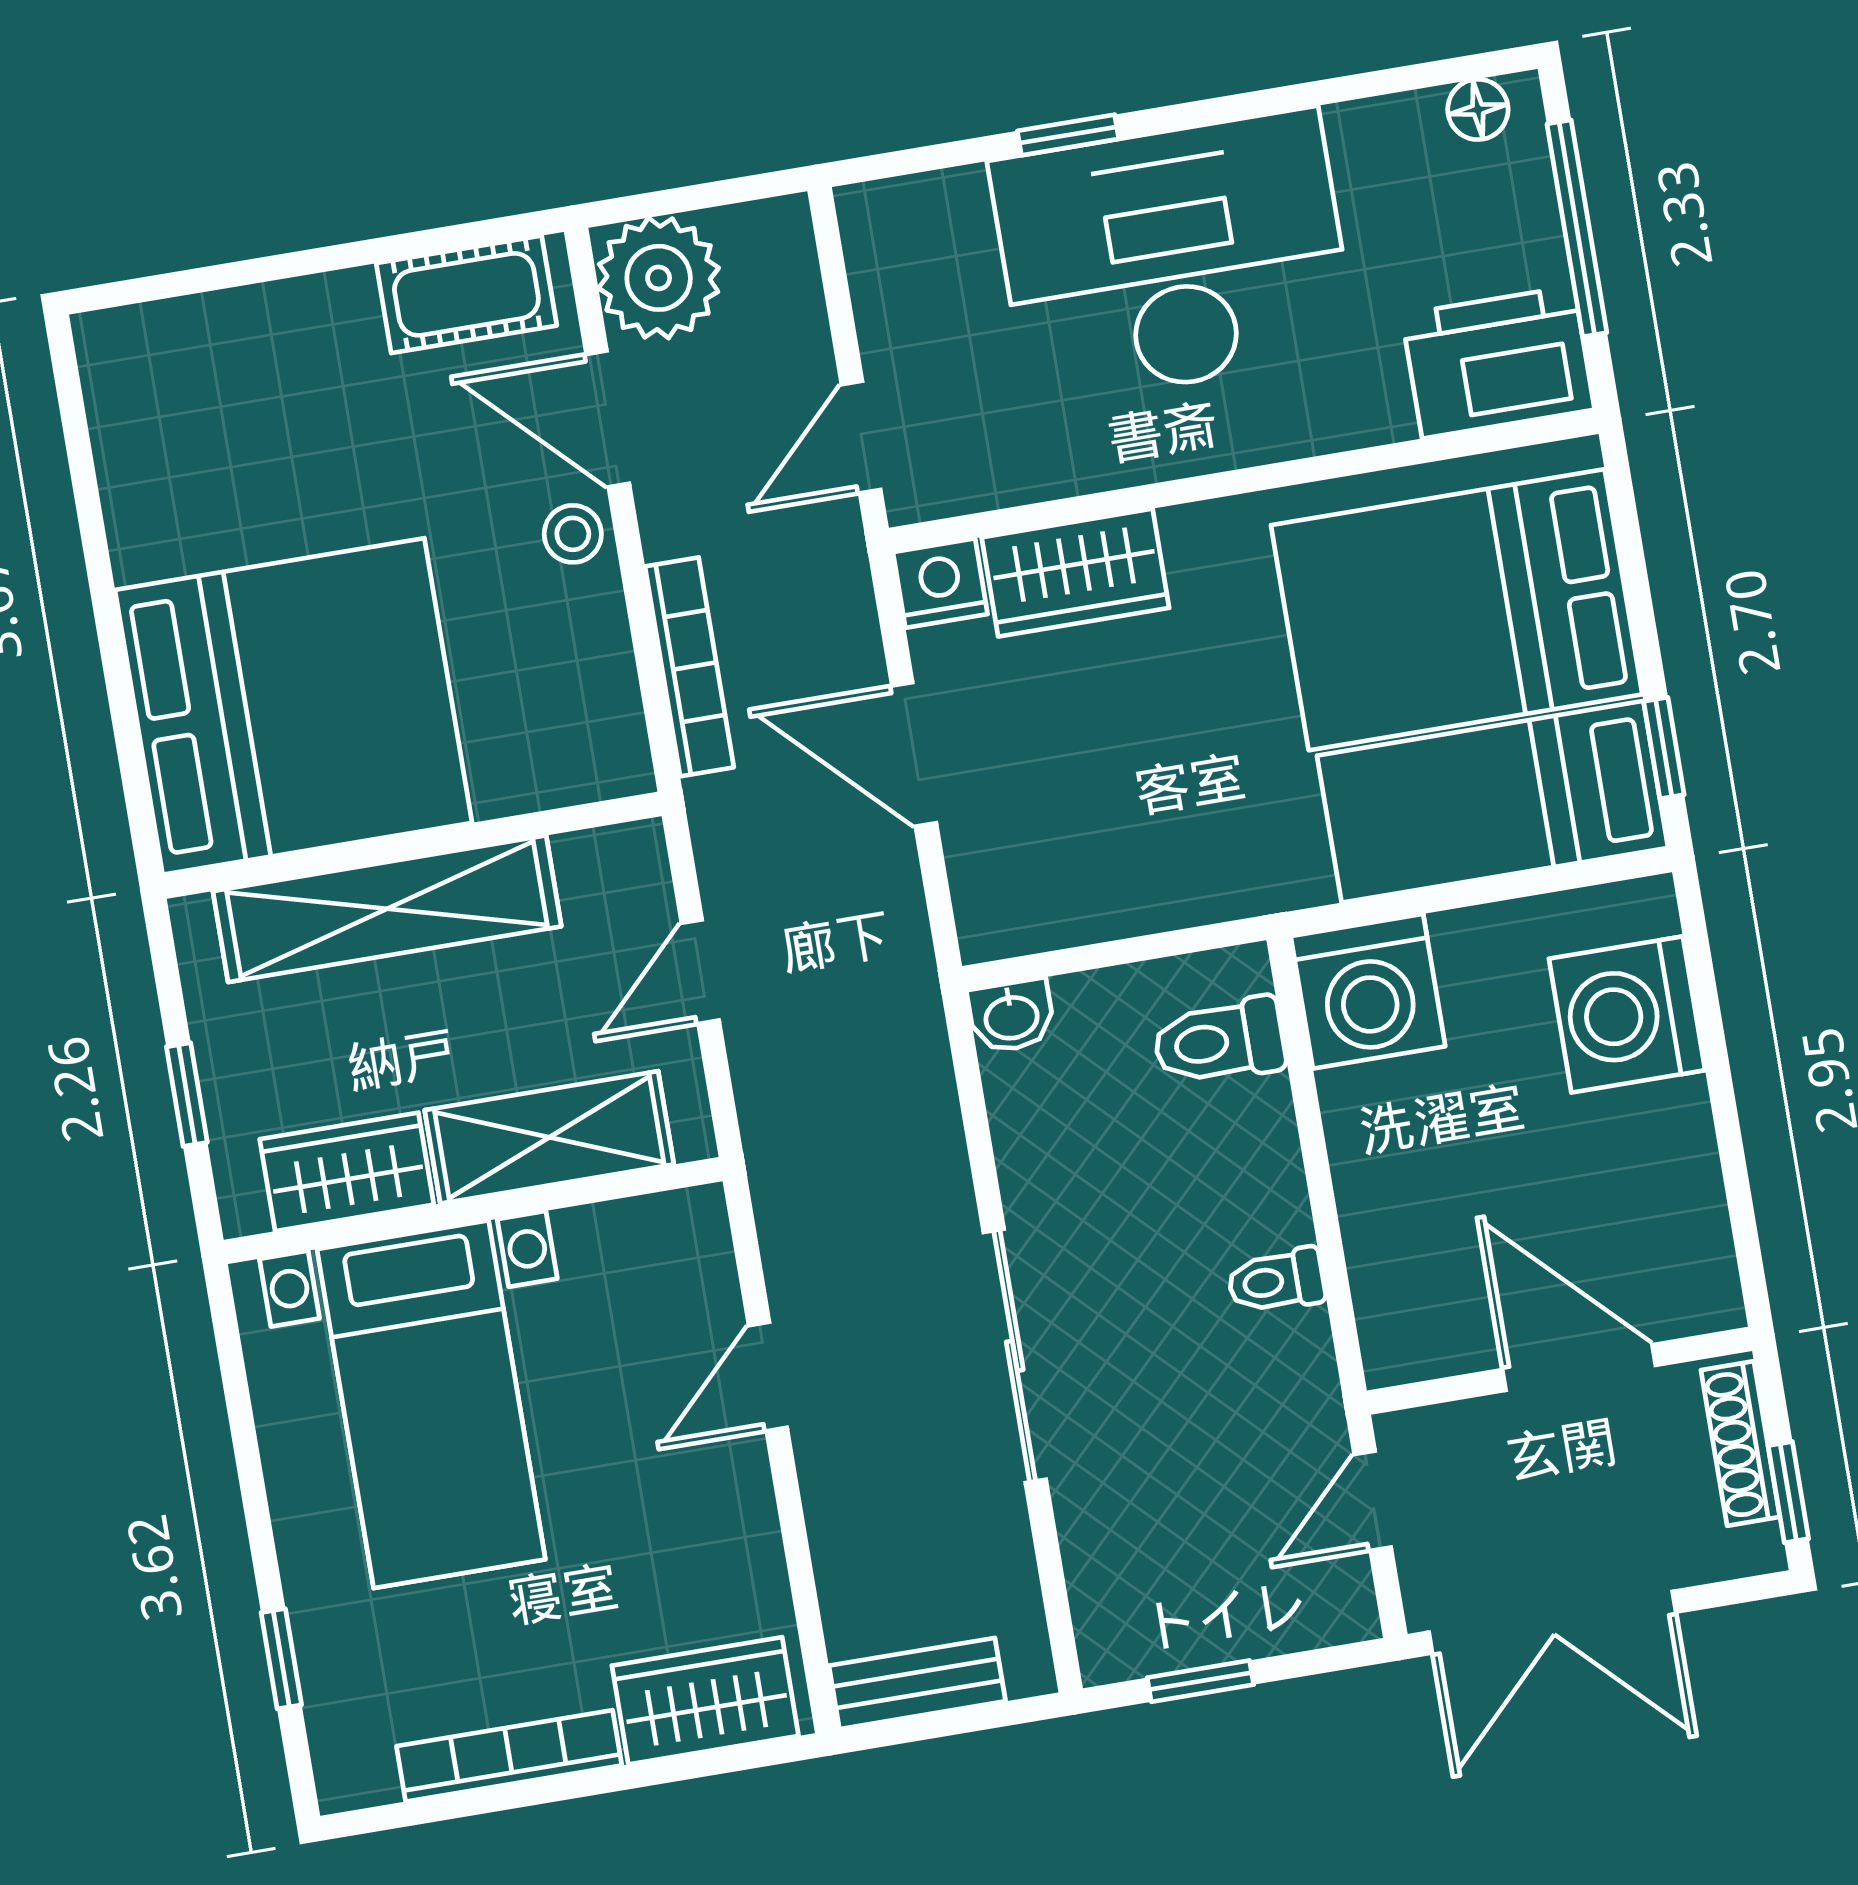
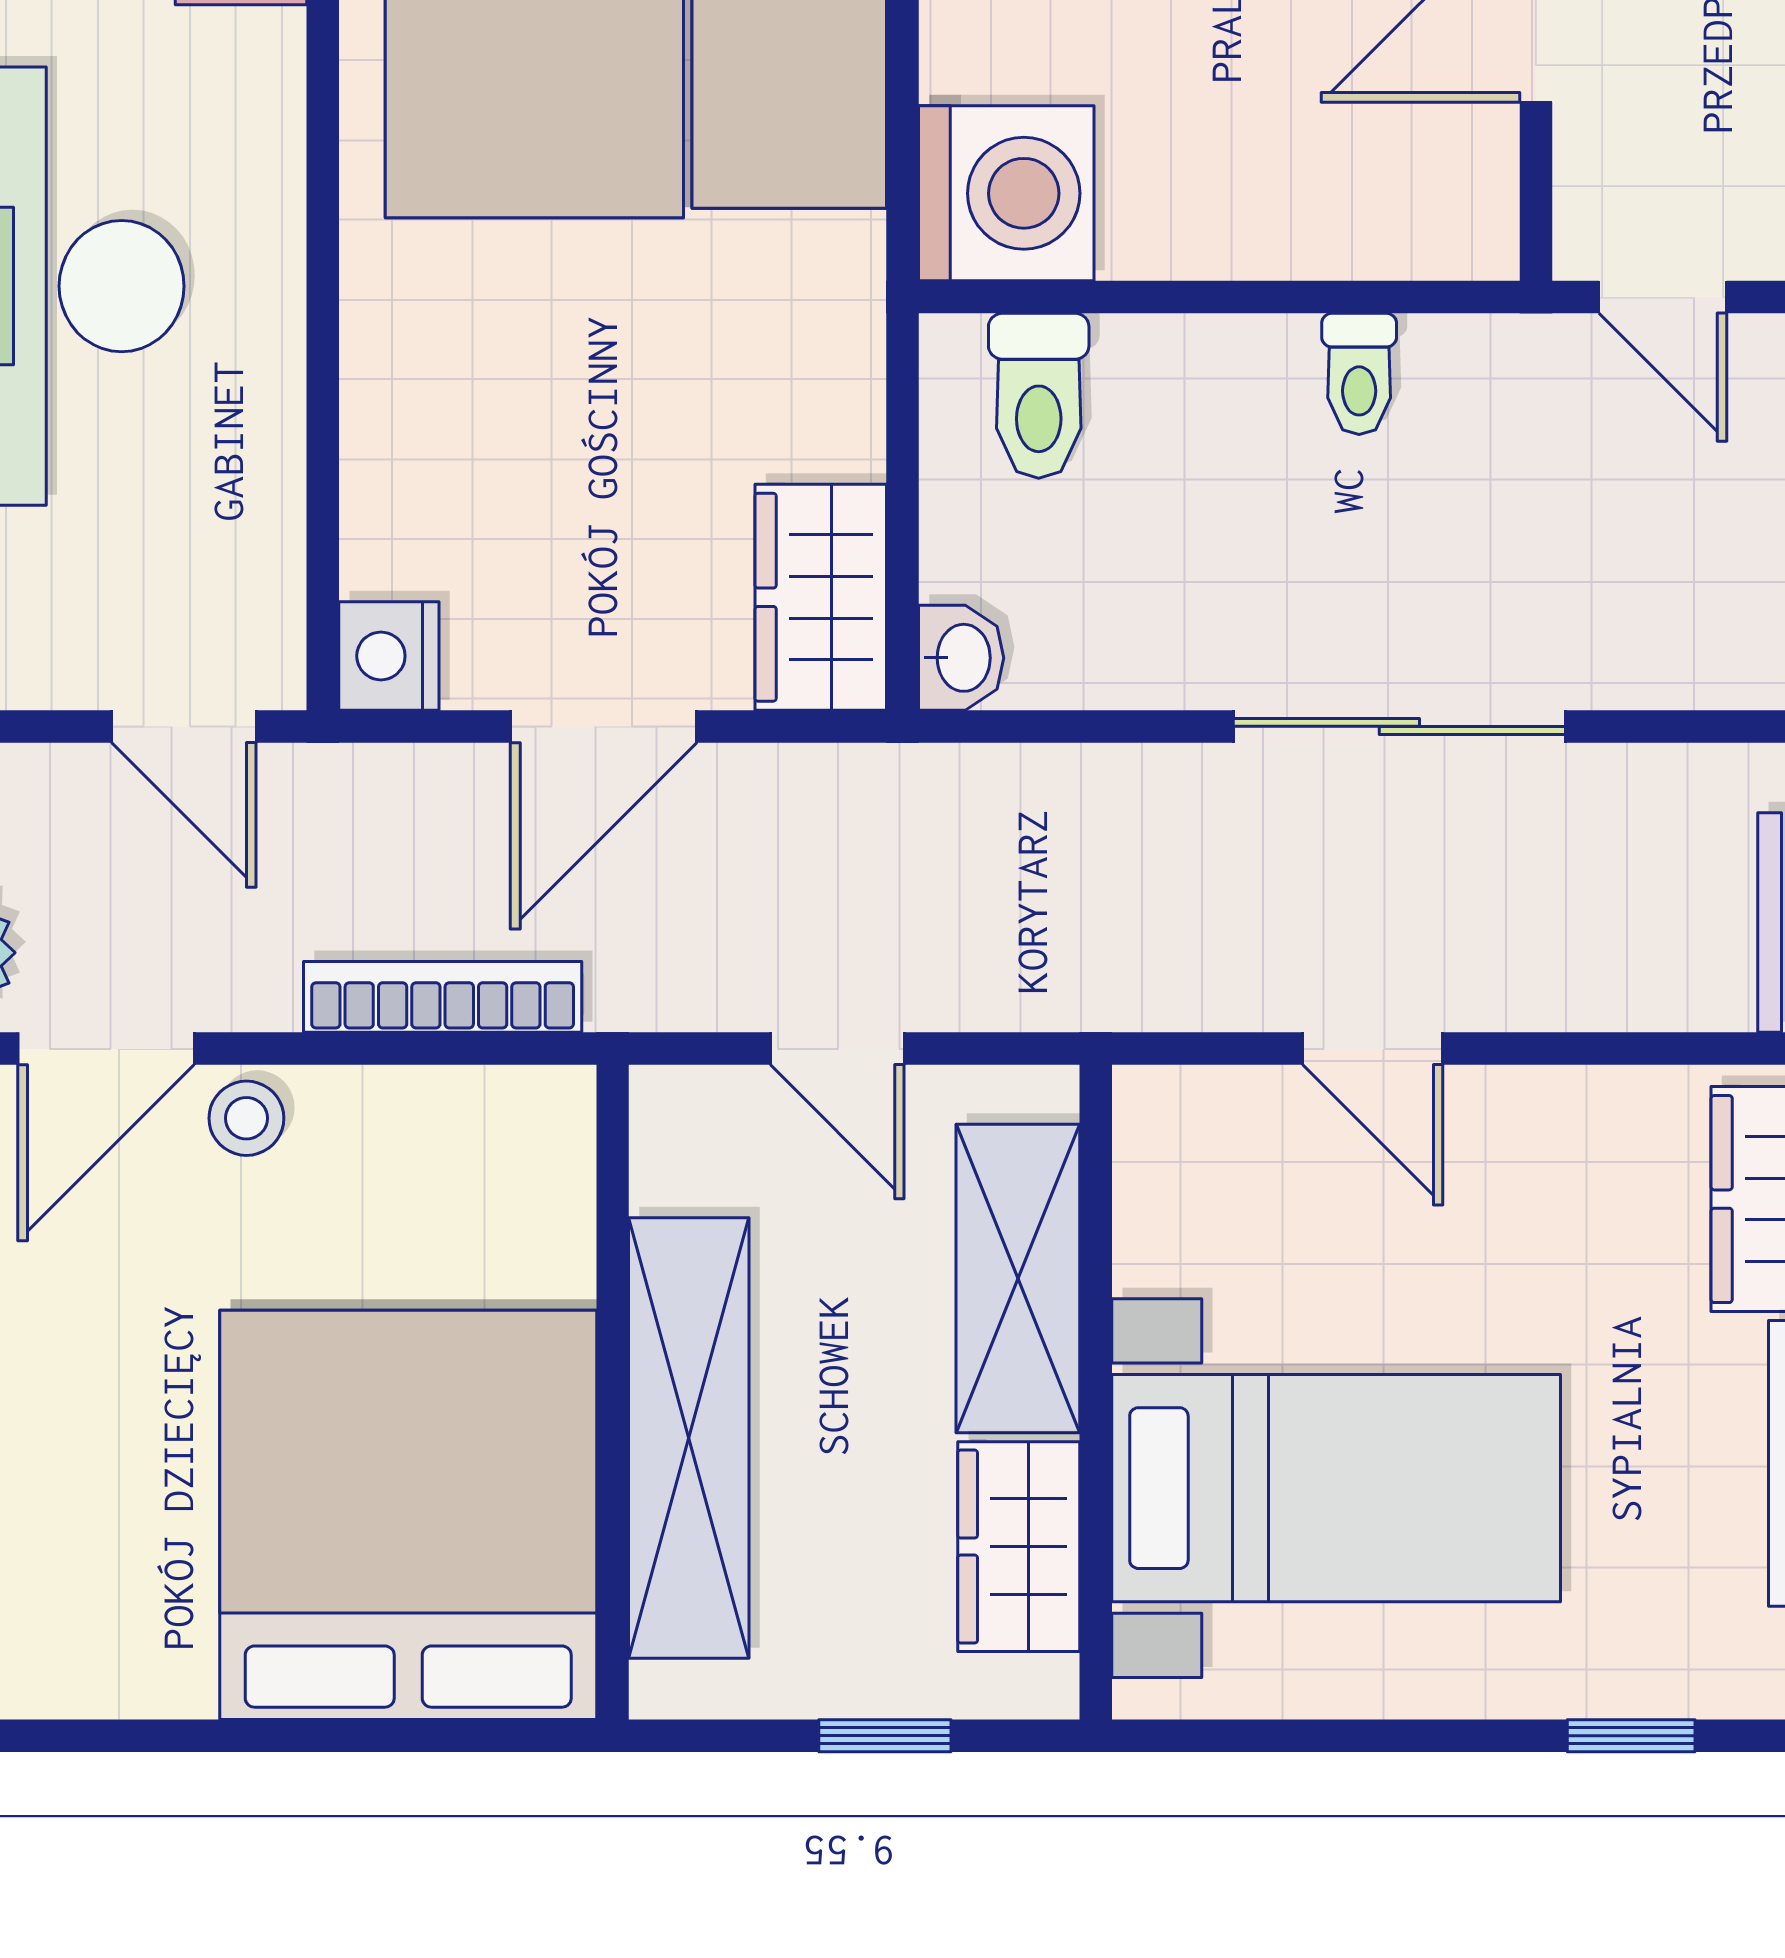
wardrobe: (1075, 573) -> (821, 597), moved, turned 180

